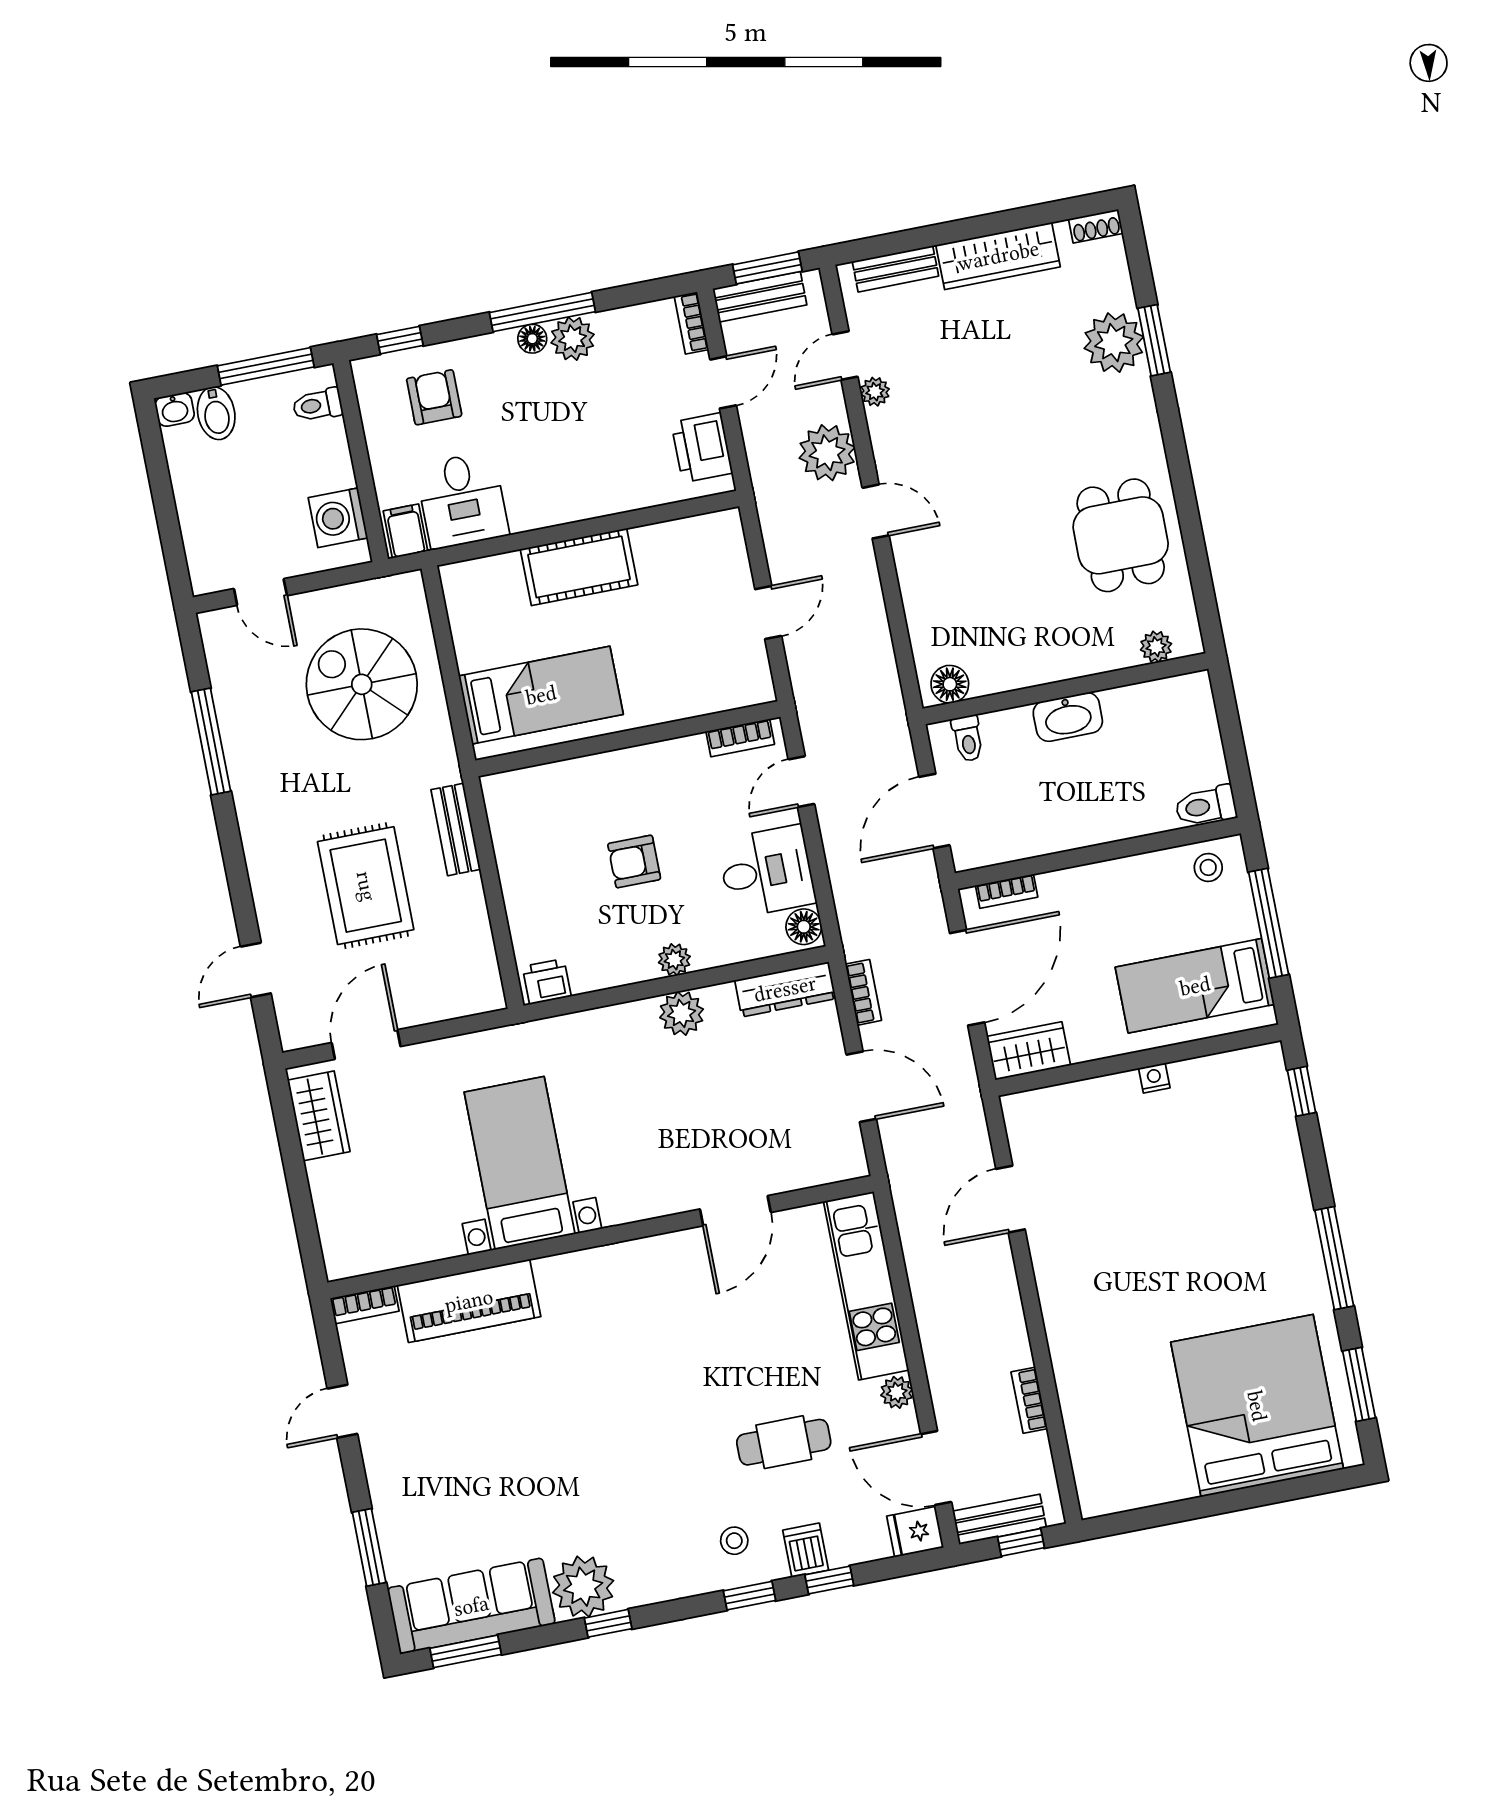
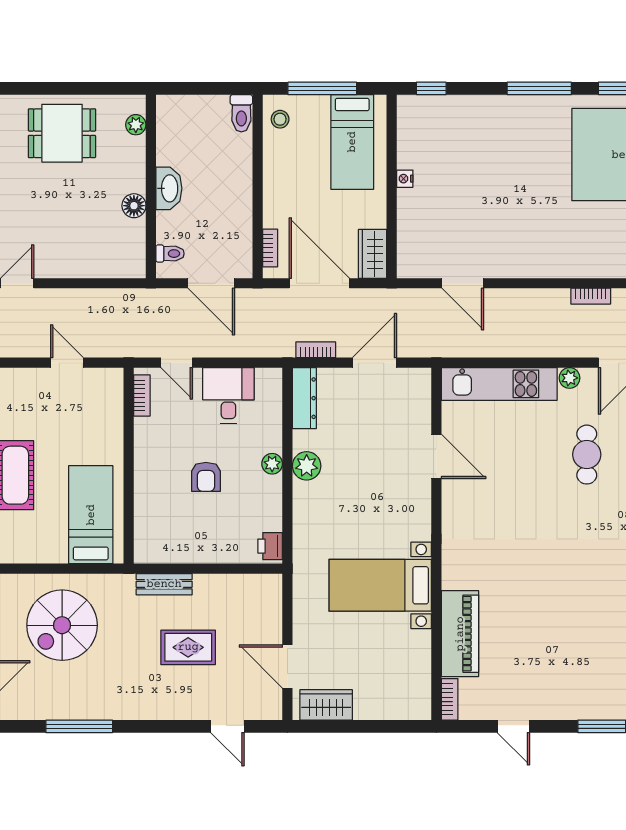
floor lamp: (950, 684) -> (134, 206), moved
rug: (366, 886) -> (188, 647), width x0.73, depth x0.70
floor lamp: (804, 927) -> (267, 379), removed

